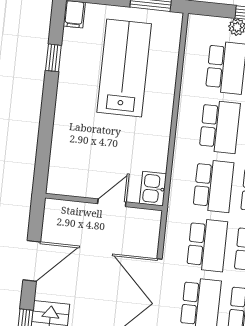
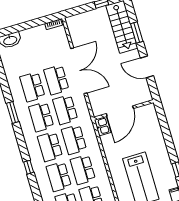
door: (112, 203) -> (120, 111), width x1.88
door: (32, 261) -> (147, 67), hinge flipped

